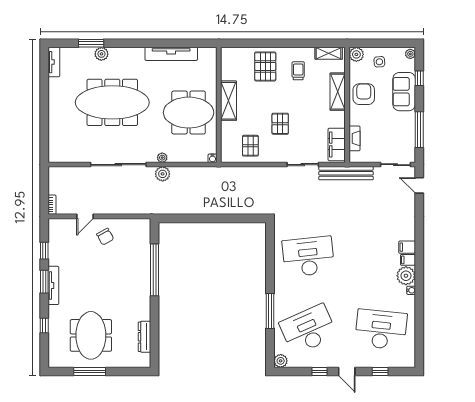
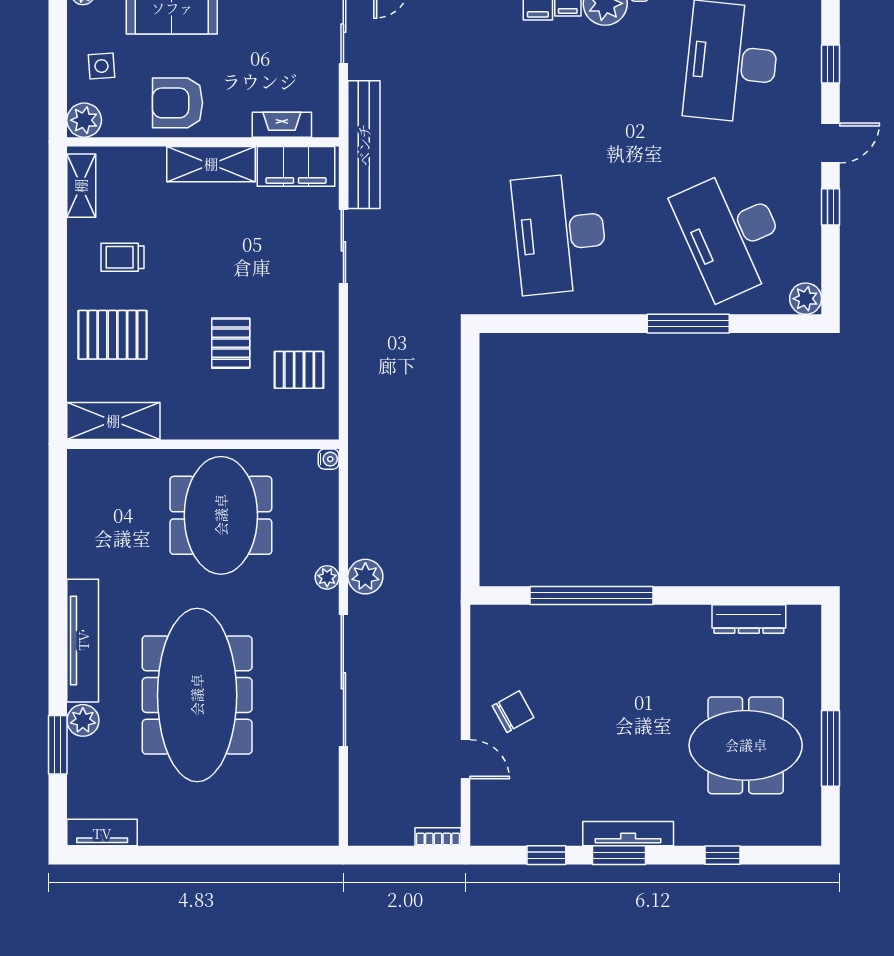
tv unit: (171, 54) -> (83, 641), moved
shelving: (338, 92) -> (211, 164), moved
shelving: (229, 101) -> (113, 421), moved
pallet: (280, 124) -> (231, 343), moved, turned 90

